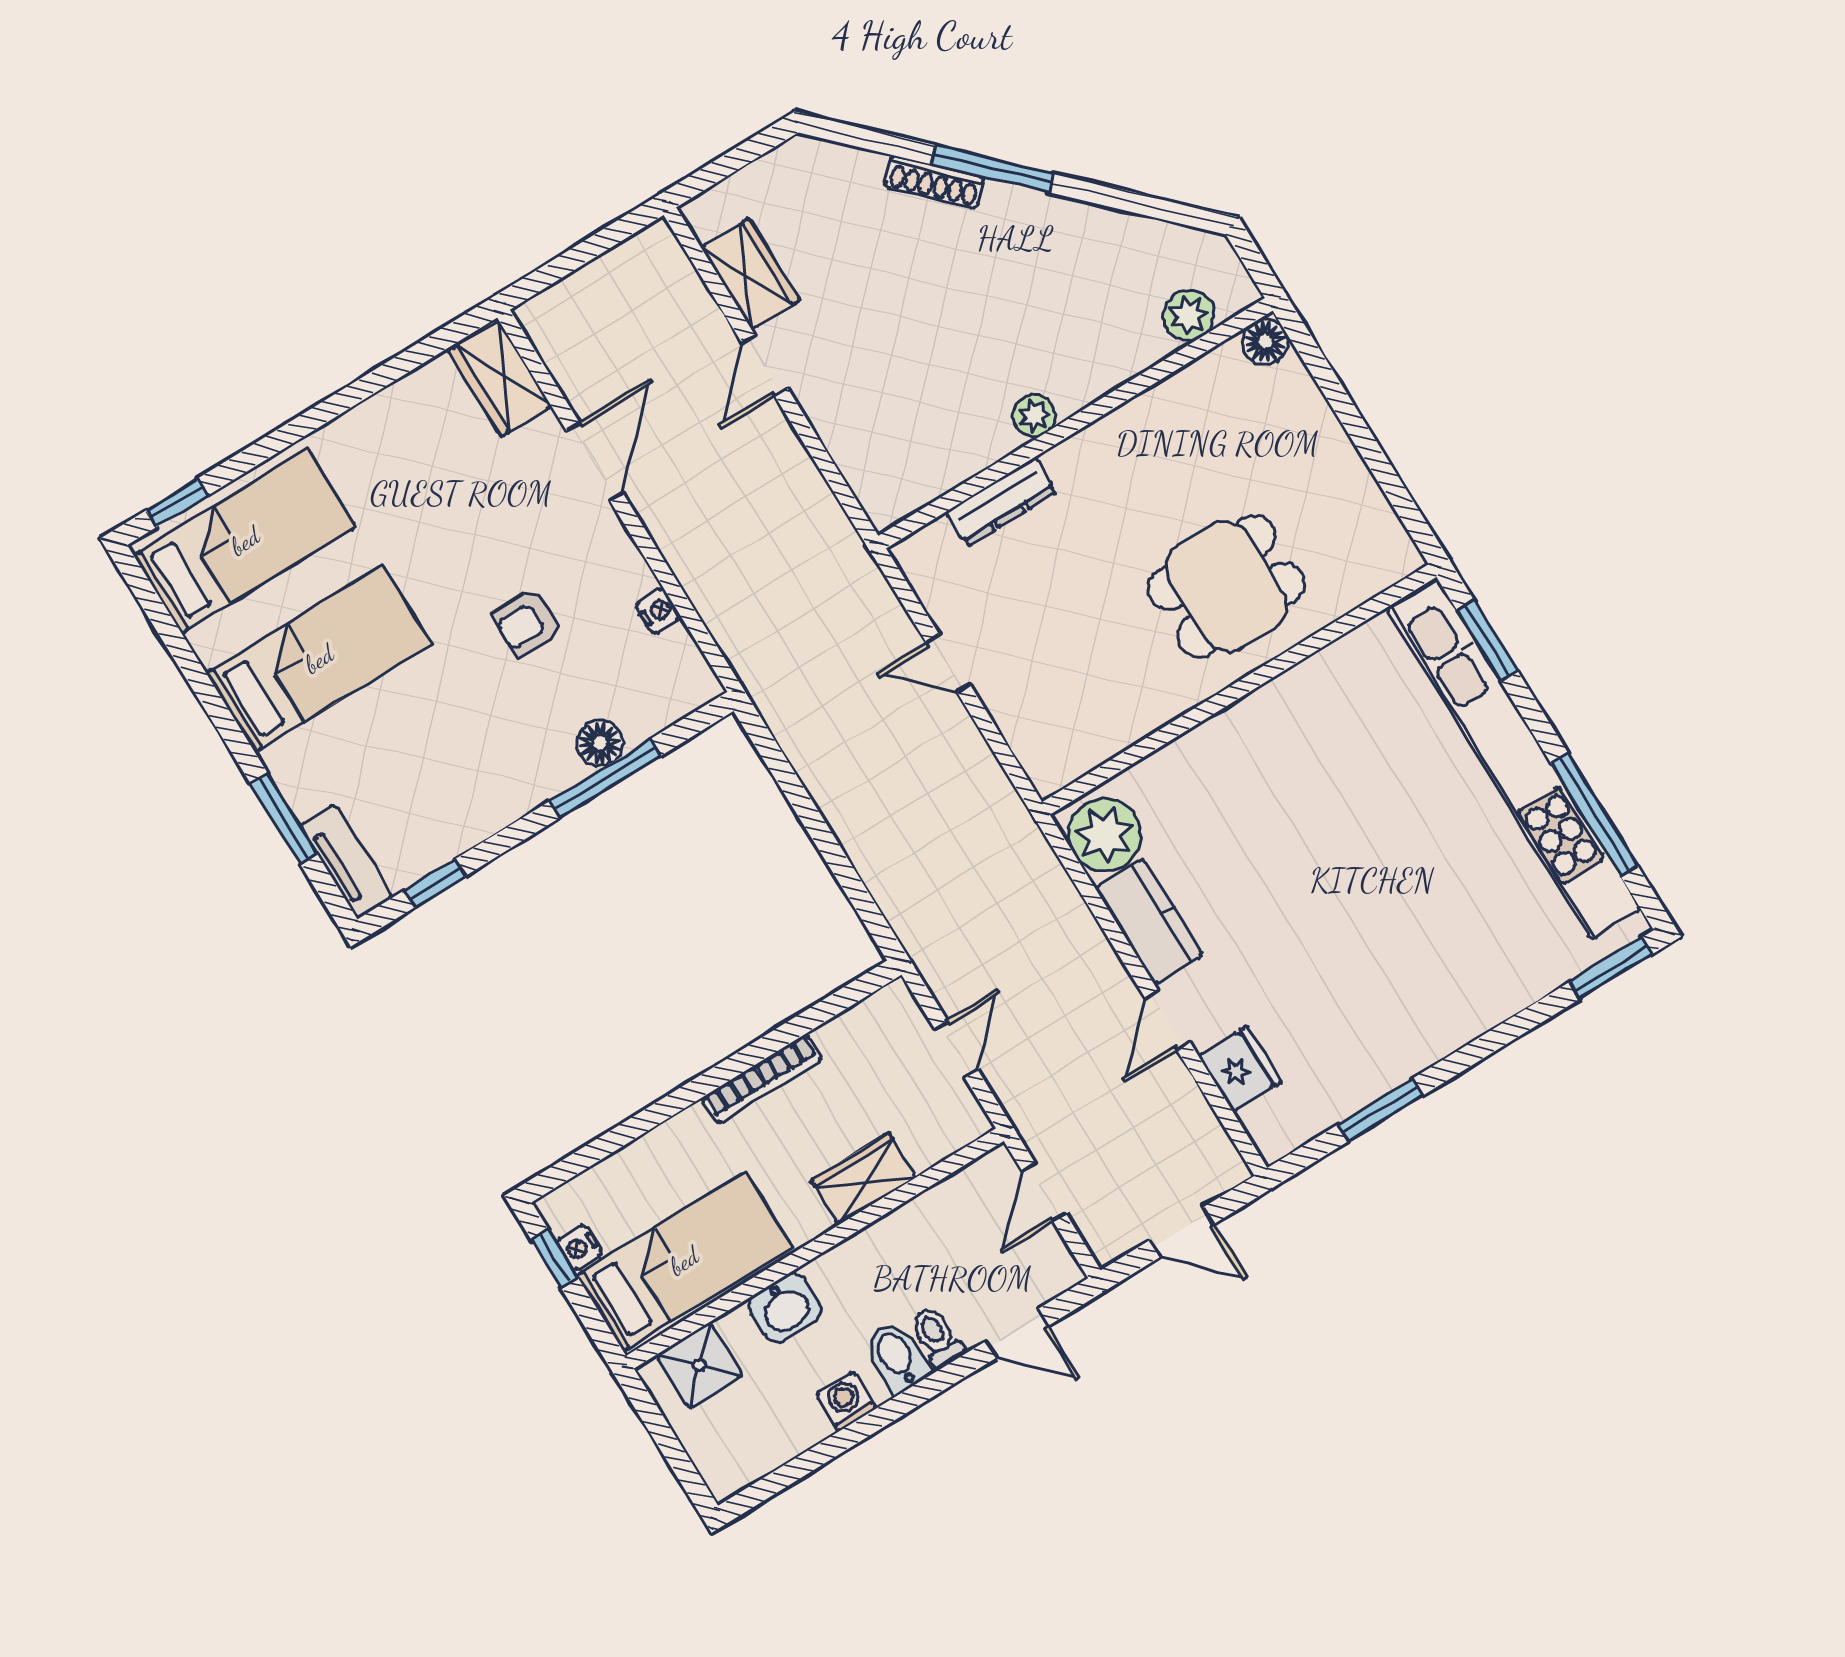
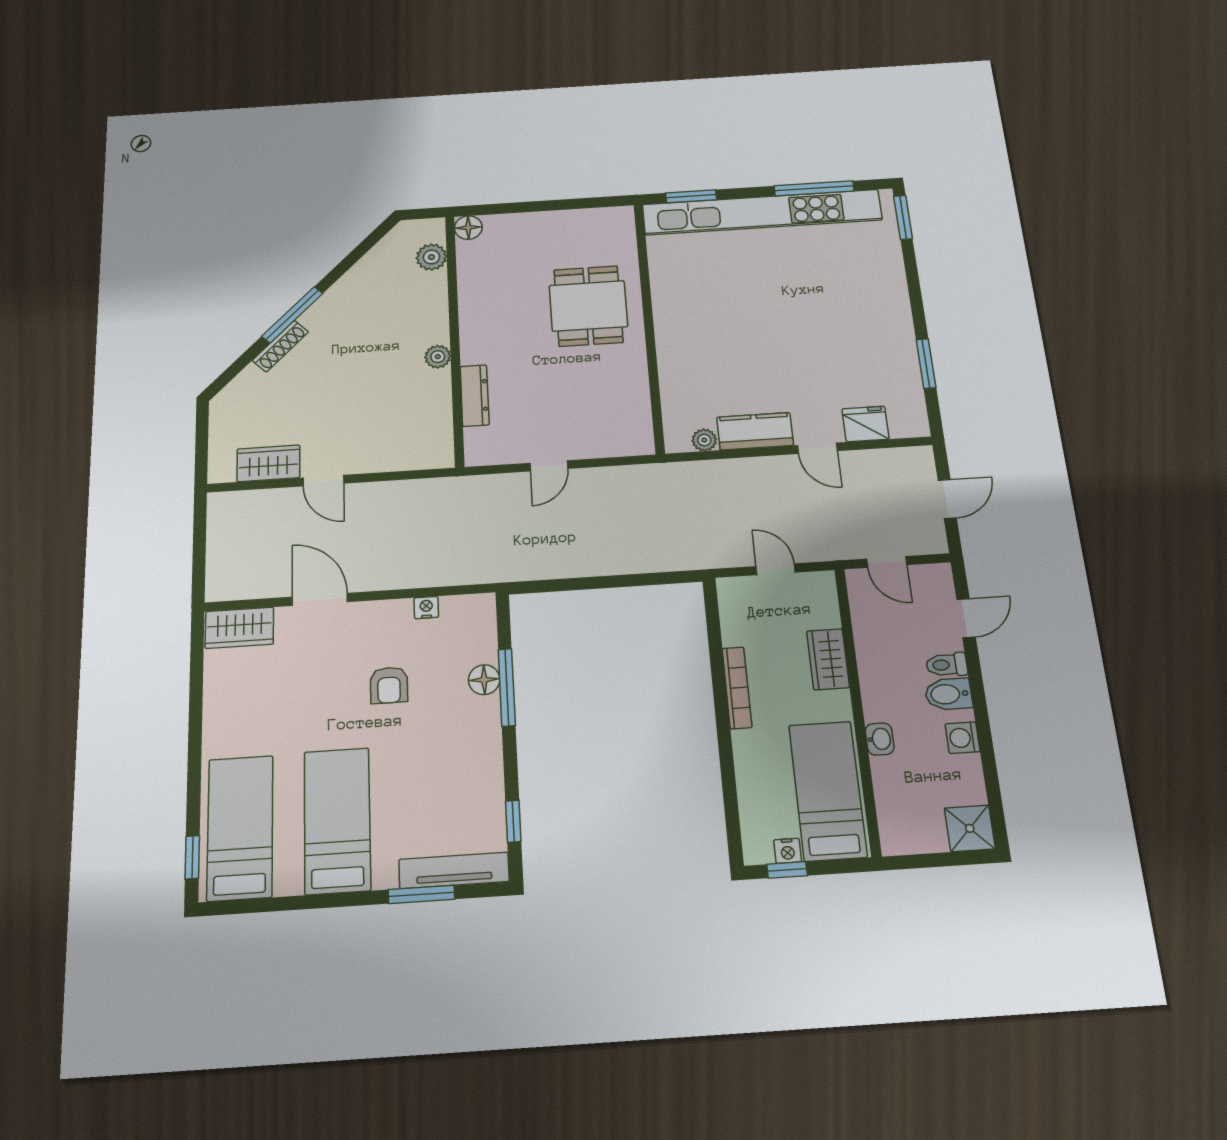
plant: (1104, 835) -> (704, 440), width x0.53, depth x0.53
tv unit: (346, 862) -> (454, 870), width x1.41
washbasin: (785, 1308) -> (880, 739), width x0.72, depth x0.69
shower: (699, 1365) -> (970, 828), moved

